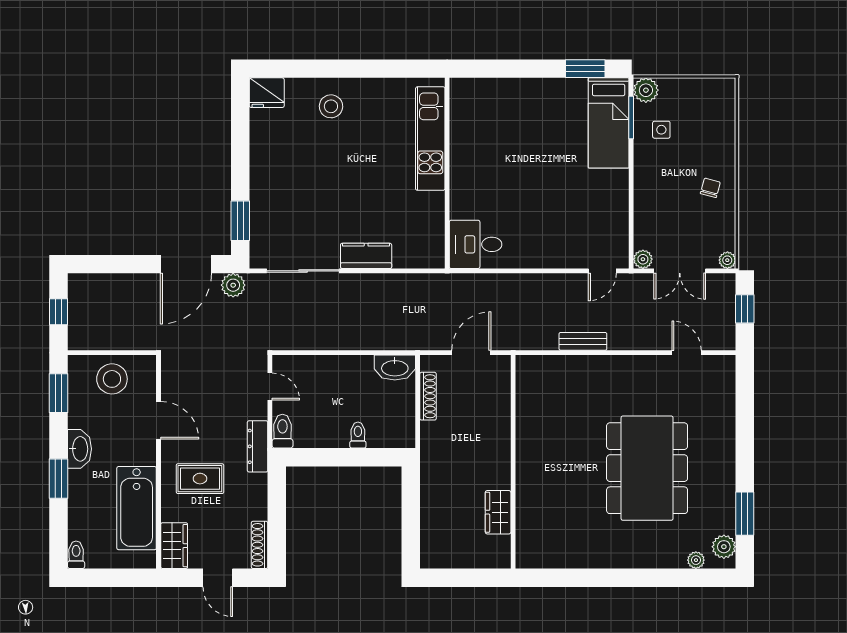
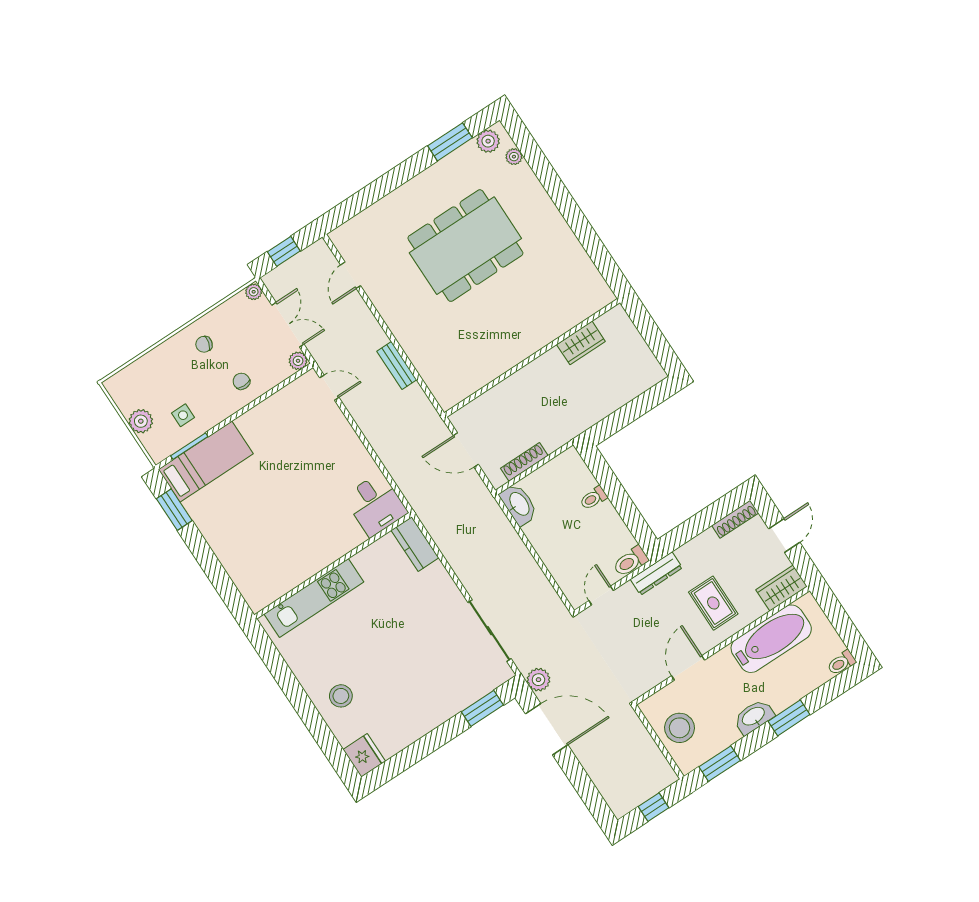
plant: (646, 90) -> (141, 421), moved
chair: (657, 199) -> (241, 381), added
kitchen counter: (366, 256) -> (415, 544), moved

